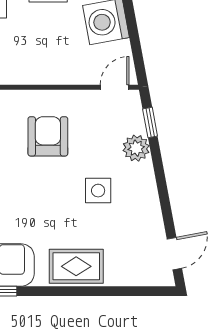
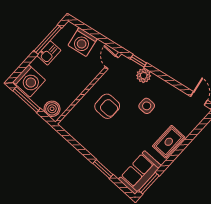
armchair: (48, 136) -> (107, 106), turned 180

